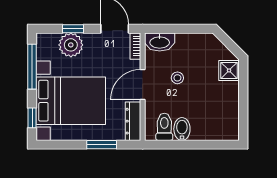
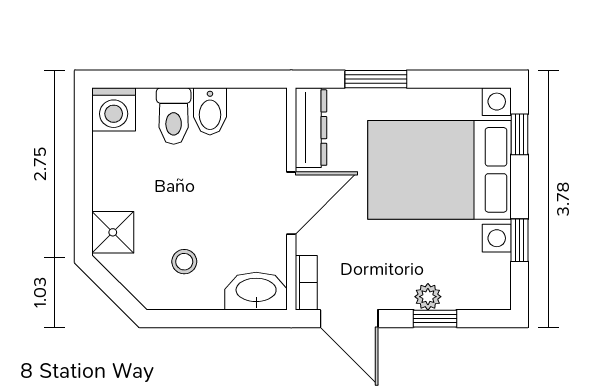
plant: (71, 45) -> (428, 297), width x0.53, depth x0.53
window: (32, 67) -> (520, 240), width x0.46
stool: (177, 78) -> (184, 262), moved
toilet: (164, 127) -> (174, 116), moved
washing machine: (229, 130) -> (114, 109), added

